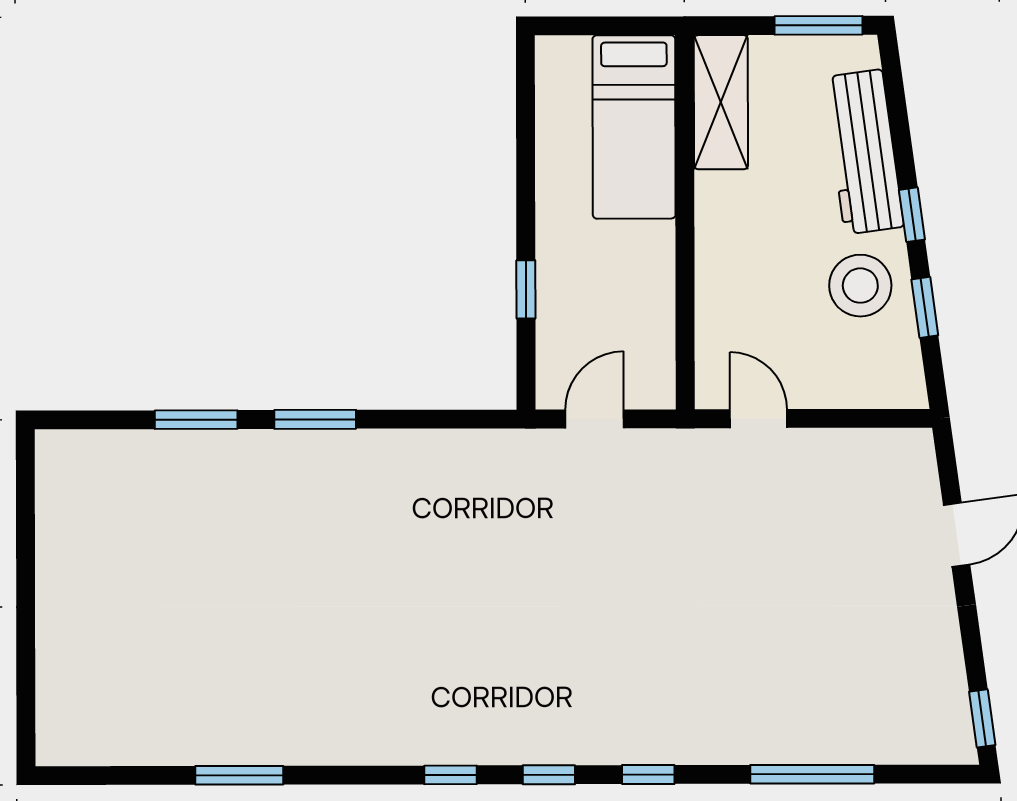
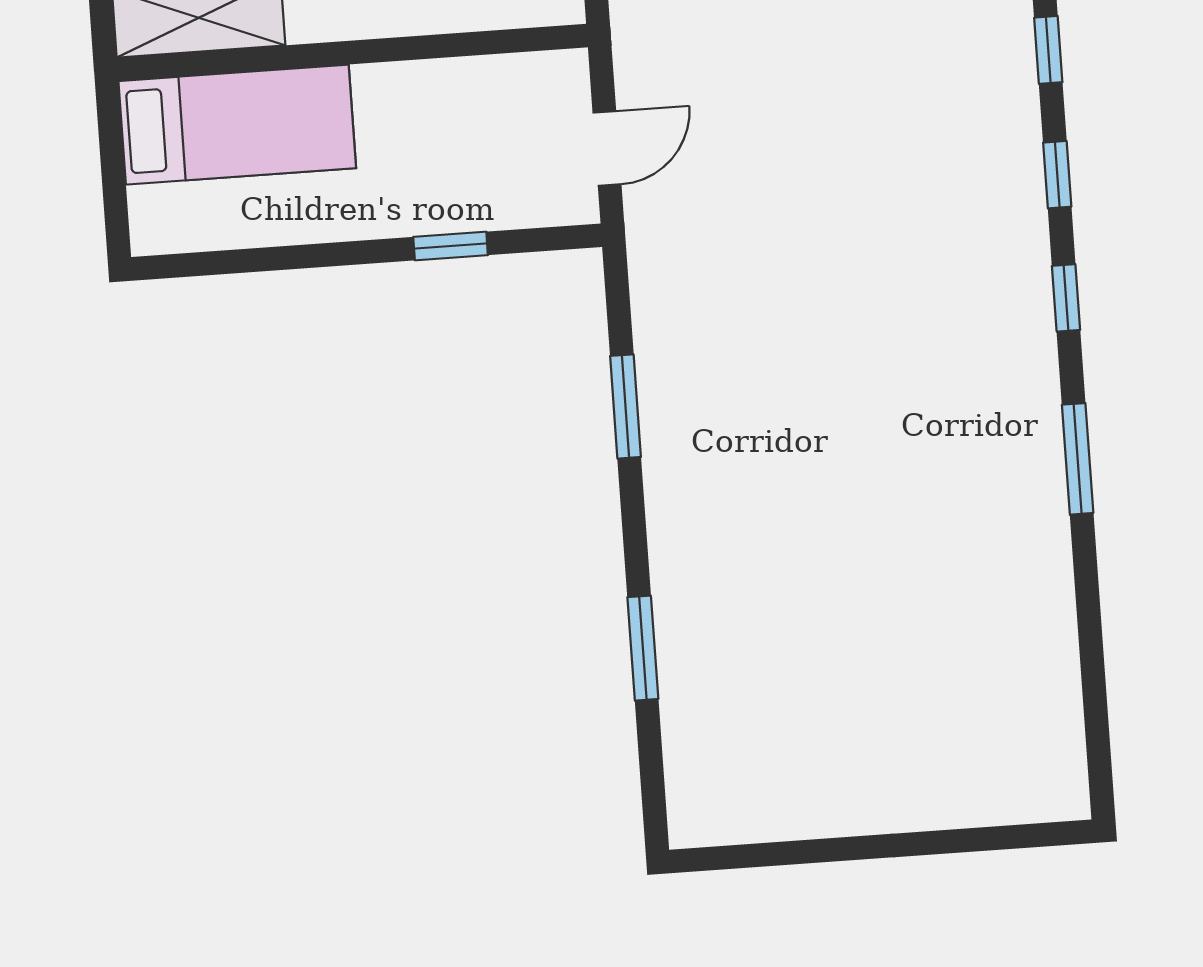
window: (315, 419) -> (625, 406), moved
door: (595, 419) -> (607, 148), swing flipped
window: (239, 775) -> (1078, 459), moved

